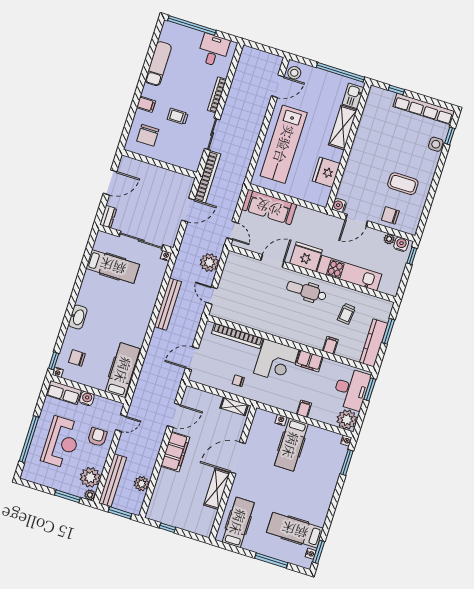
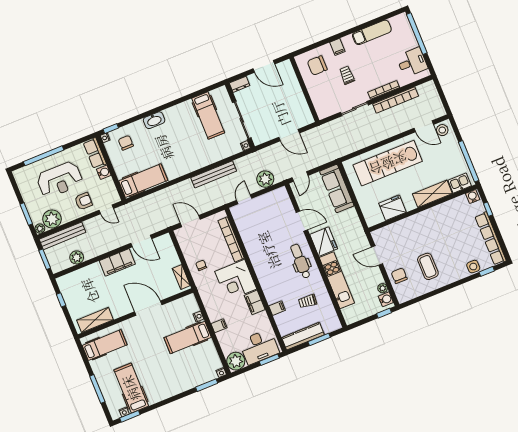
bookcase: (208, 177) -> (396, 100), moved
water cooler: (339, 205) -> (473, 196), moved
shelving: (217, 489) -> (95, 320), moved

